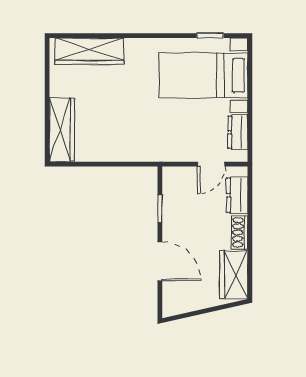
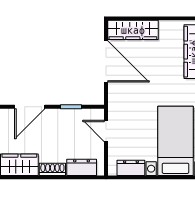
door: (102, 164) -> (106, 61), added
door: (211, 164) -> (106, 131), moved

